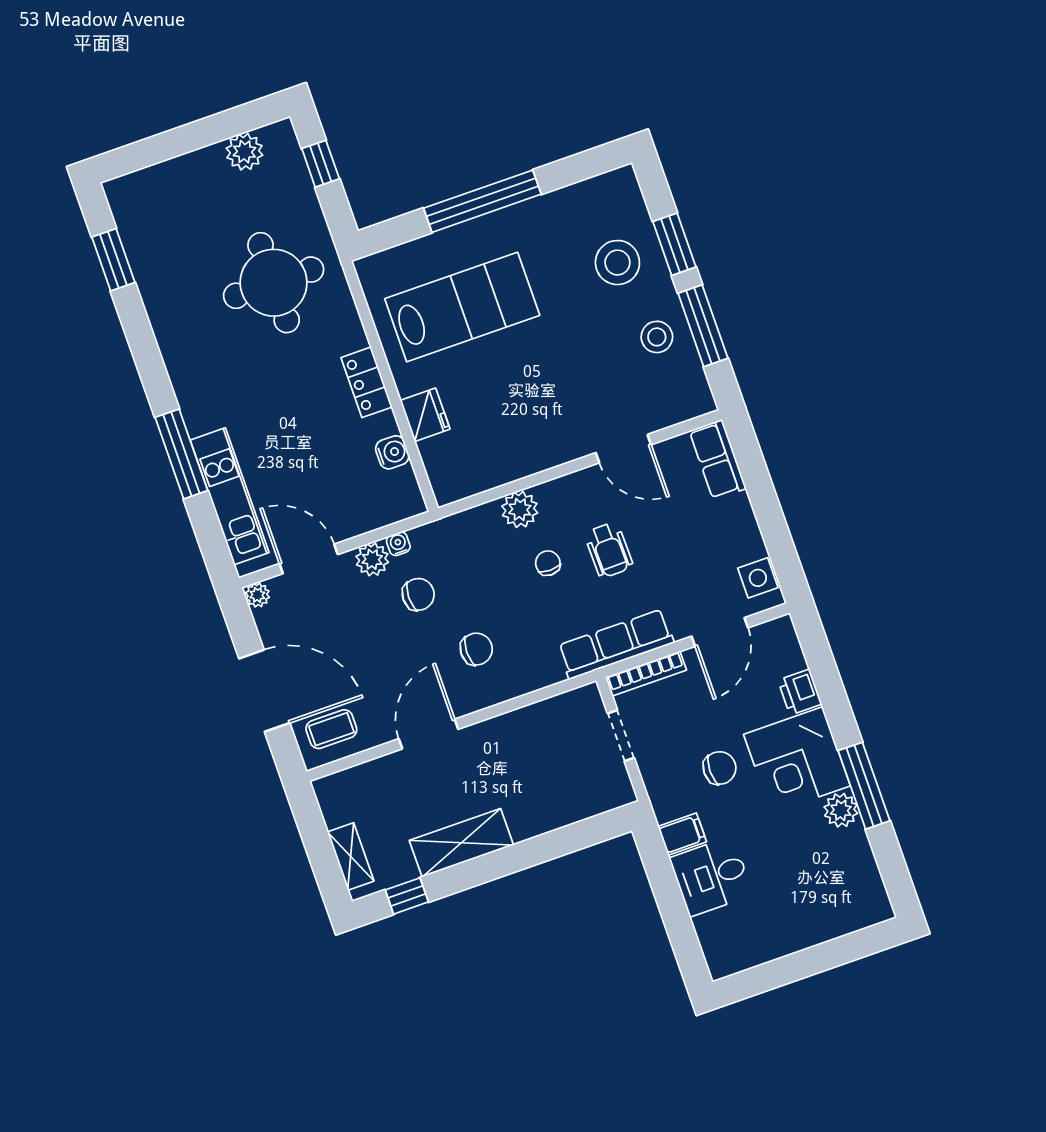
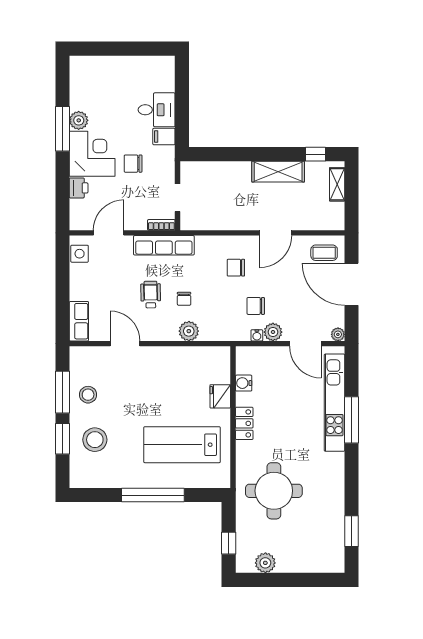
kitchen unit: (230, 496) -> (334, 403), width x1.36
bookcase: (646, 674) -> (161, 225), width x0.64

